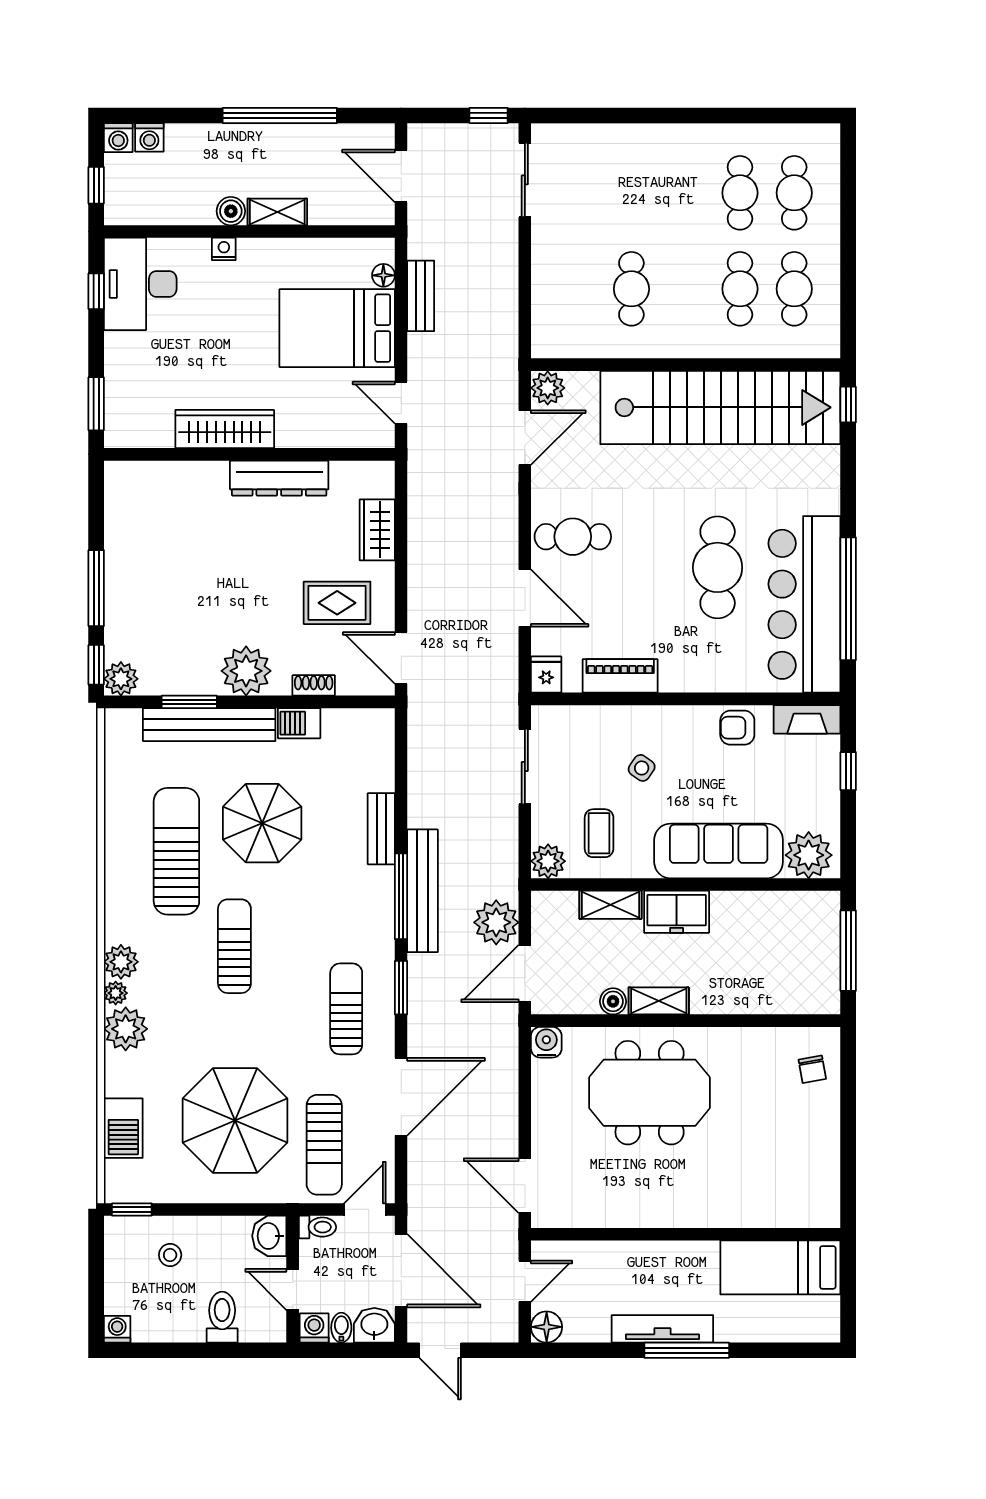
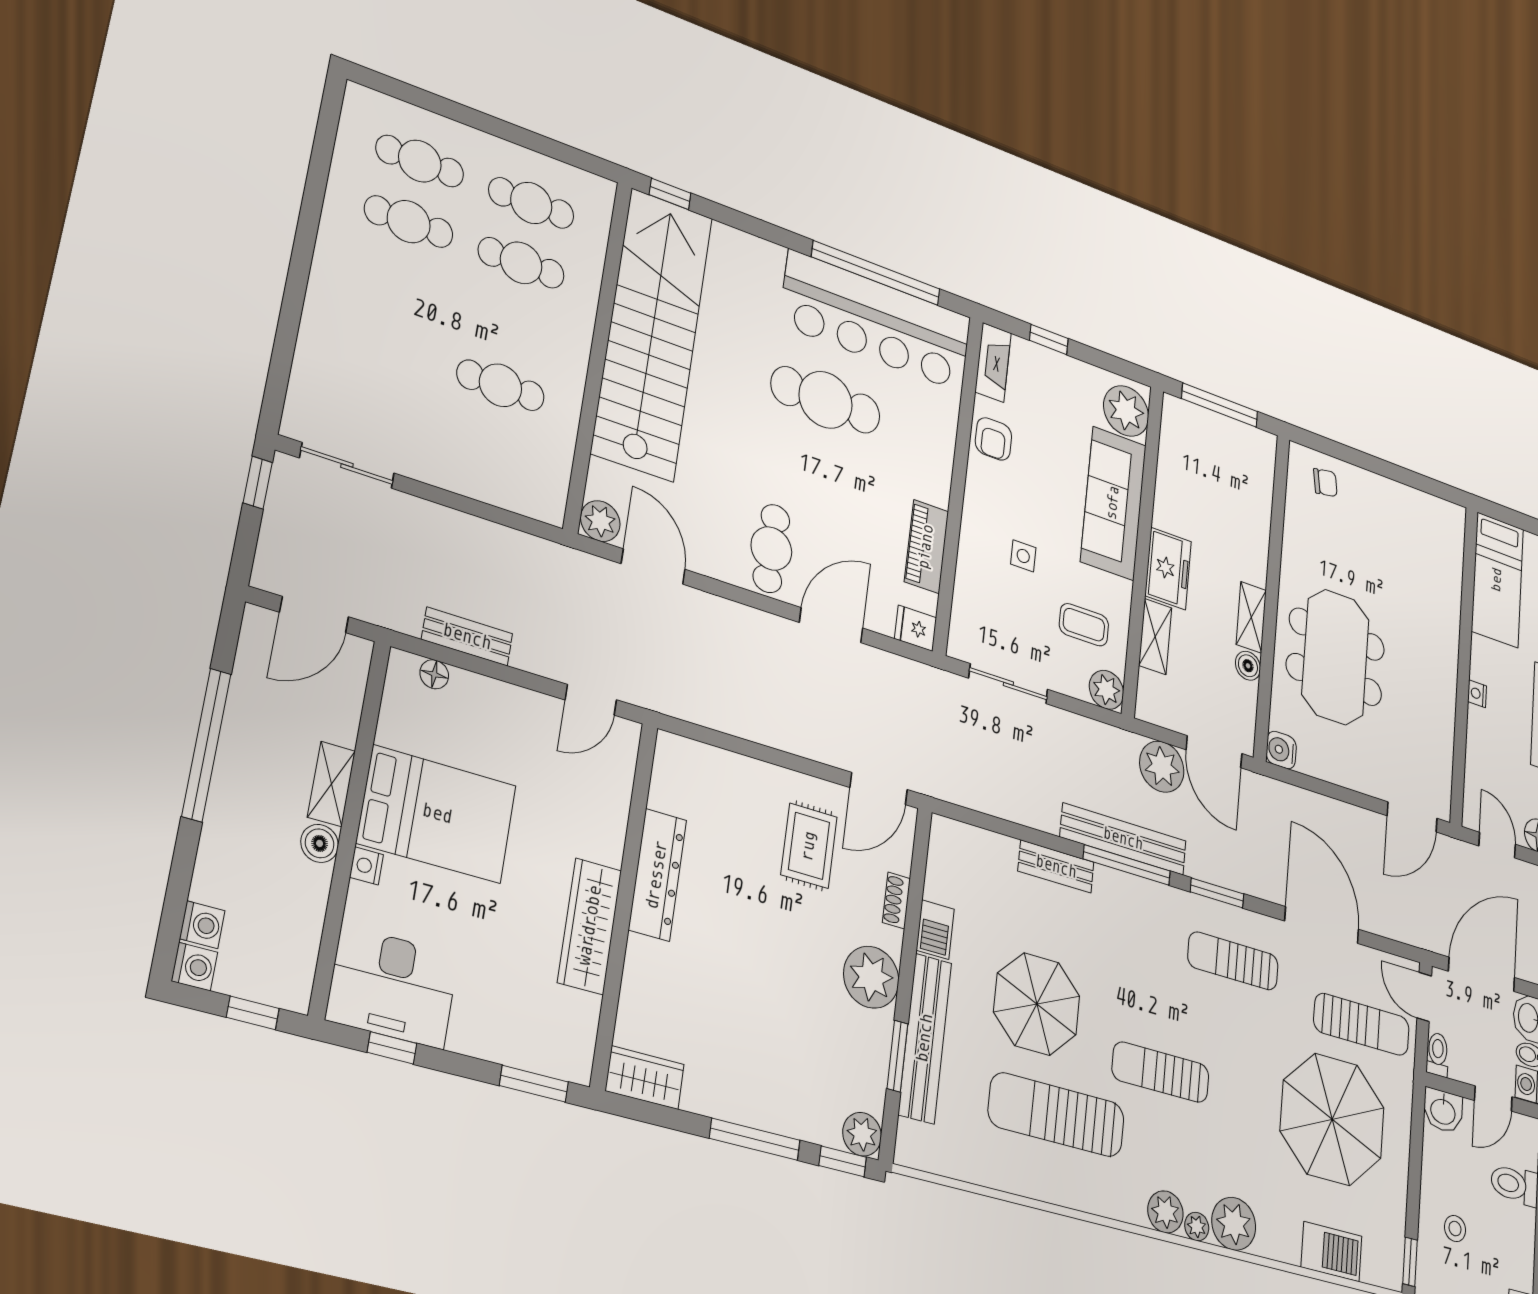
bed: (337, 328) -> (437, 814), moved, turned -90
wardrobe: (377, 530) -> (645, 1078), moved, turned 180
side table: (642, 768) -> (1023, 556), turned -35
nightstand: (662, 1251) -> (1477, 694), added

